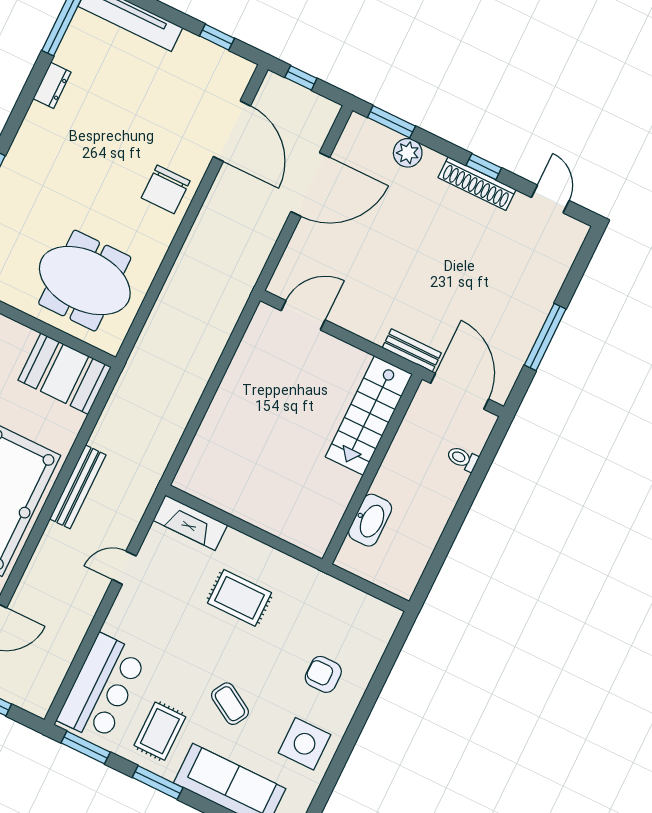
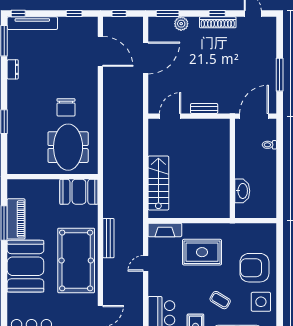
chair: (166, 189) -> (66, 107), moved
meeting table: (85, 281) -> (68, 147), turned 90
bench: (412, 350) -> (204, 108), moved
door: (460, 391) -> (254, 116), hinge flipped
stairs: (369, 415) -> (158, 183), moved, turned 180
rug: (240, 598) -> (202, 252), width x1.36, depth x1.43
armchair: (323, 674) -> (254, 268), width x1.88, depth x1.88

